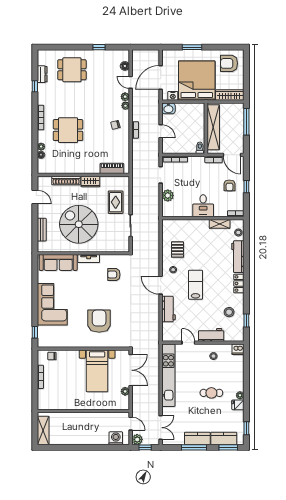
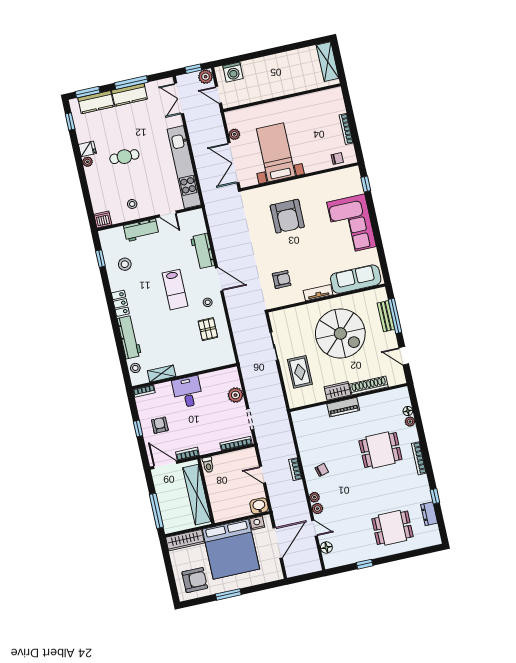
window: (192, 47) -> (228, 594), moved
piano: (112, 168) -> (343, 407), moved
window: (35, 228) -> (395, 316), added

